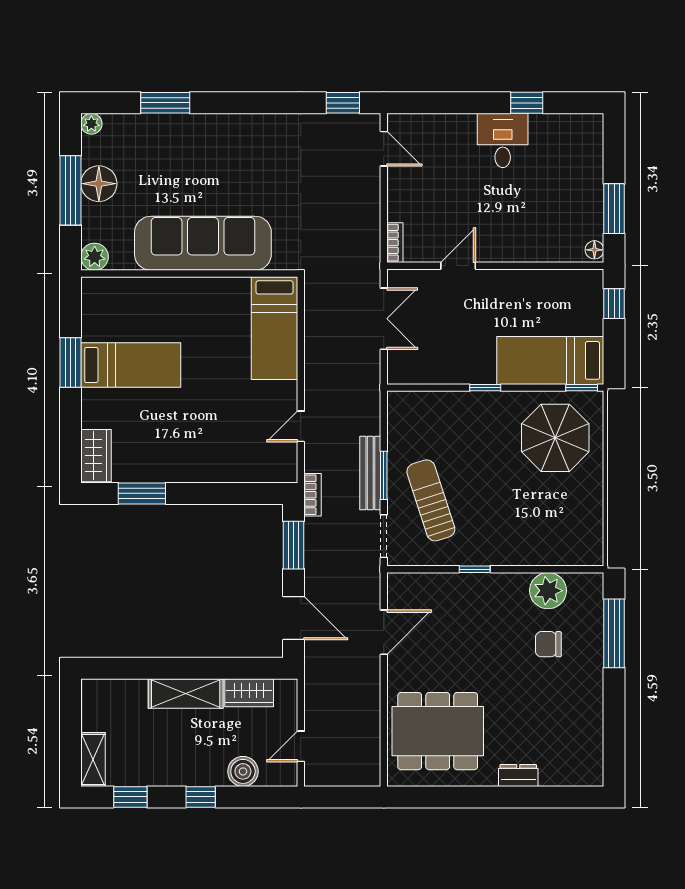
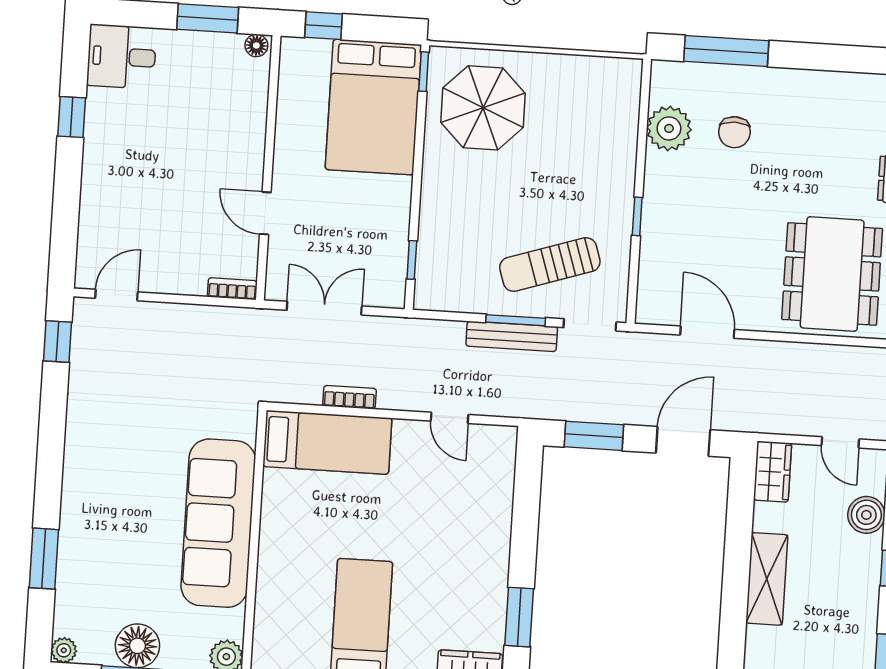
desk: (503, 140) -> (122, 57), moved
bed: (550, 360) -> (373, 107), width x1.50
window: (485, 388) -> (412, 260), moved
bookcase: (312, 495) -> (349, 397), moved
wardrobe: (249, 693) -> (773, 472), moved

